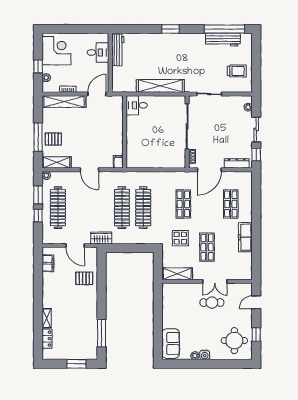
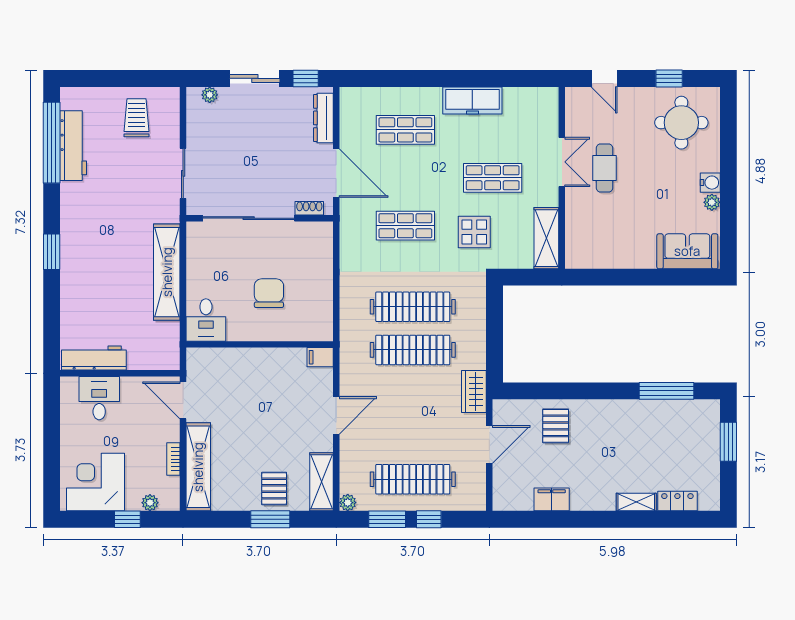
chair: (150, 136) -> (269, 293), added
window: (38, 137) -> (270, 519), width x0.69
filing cabinet: (48, 263) -> (552, 499), moved

